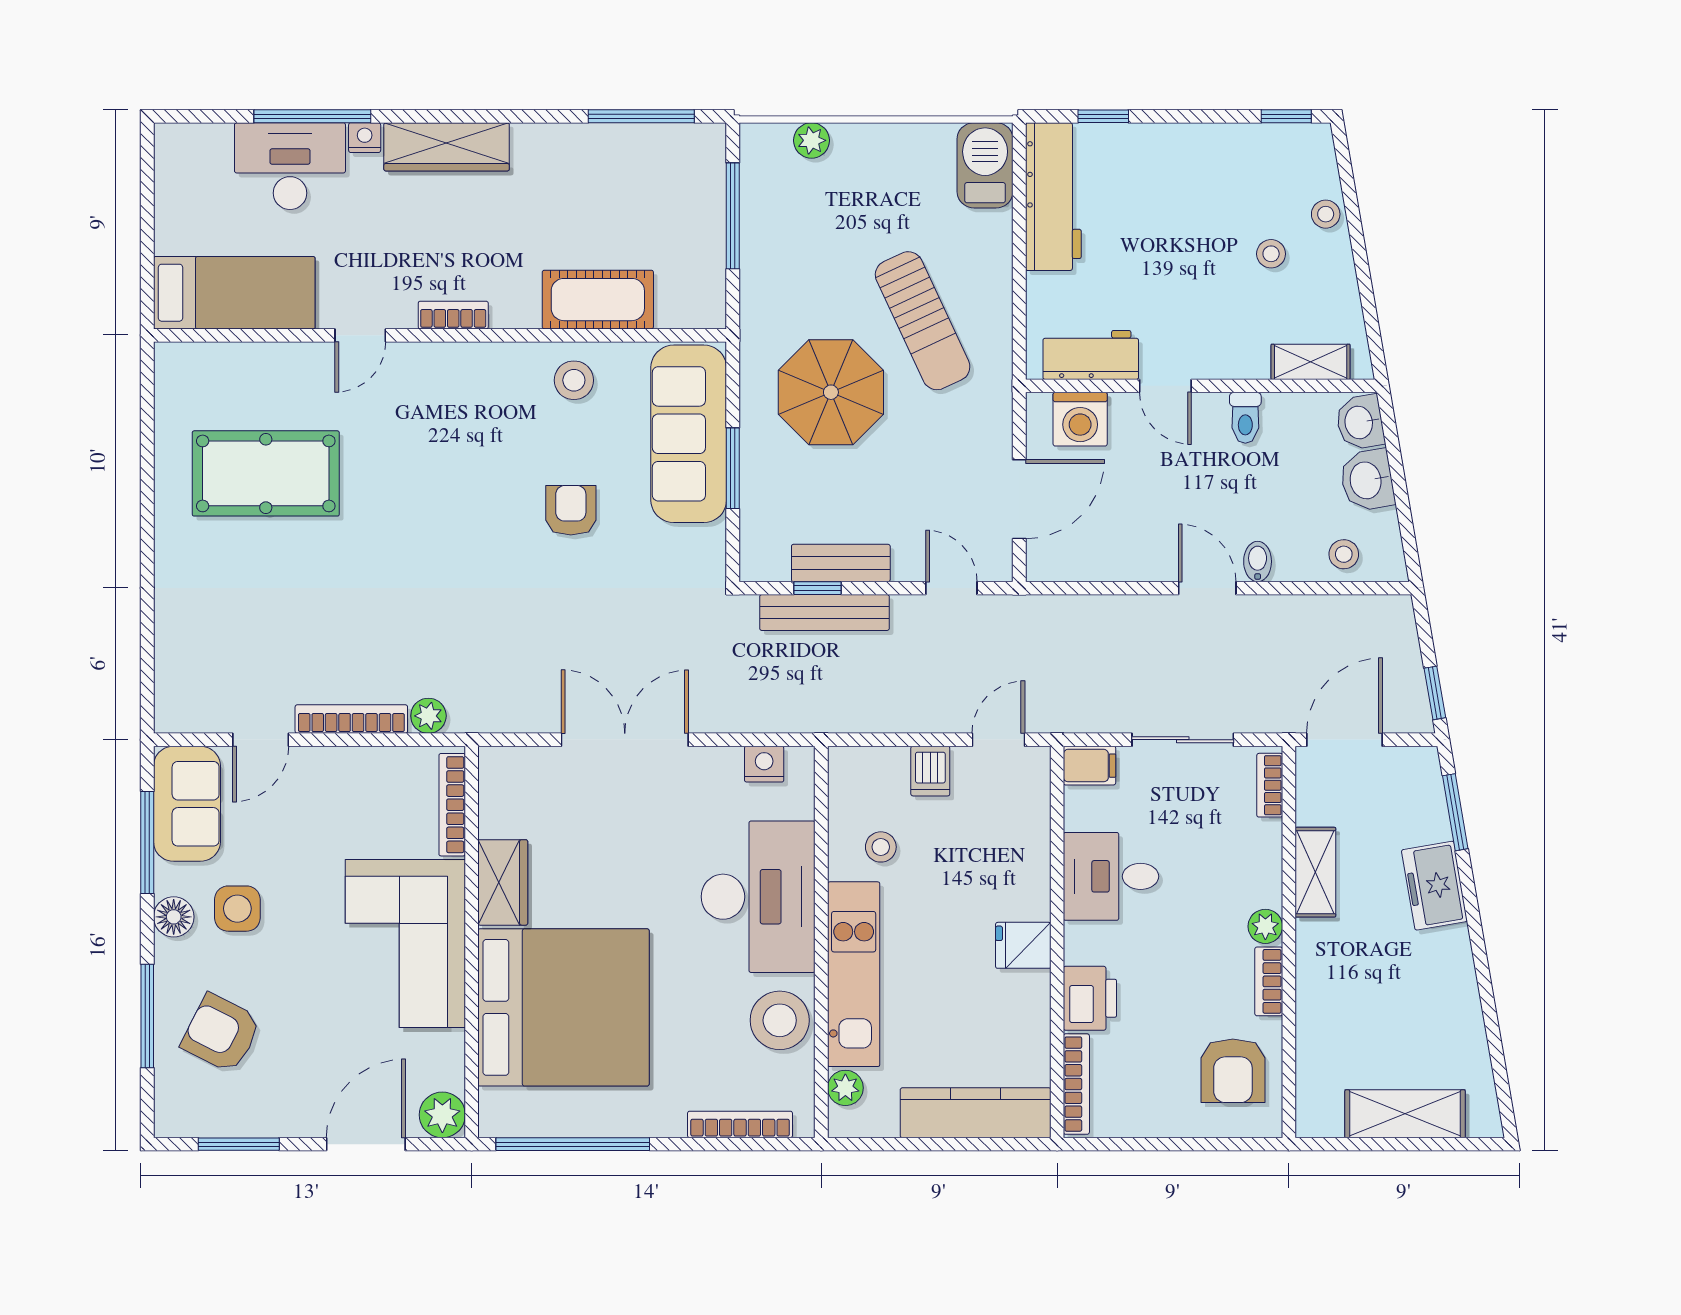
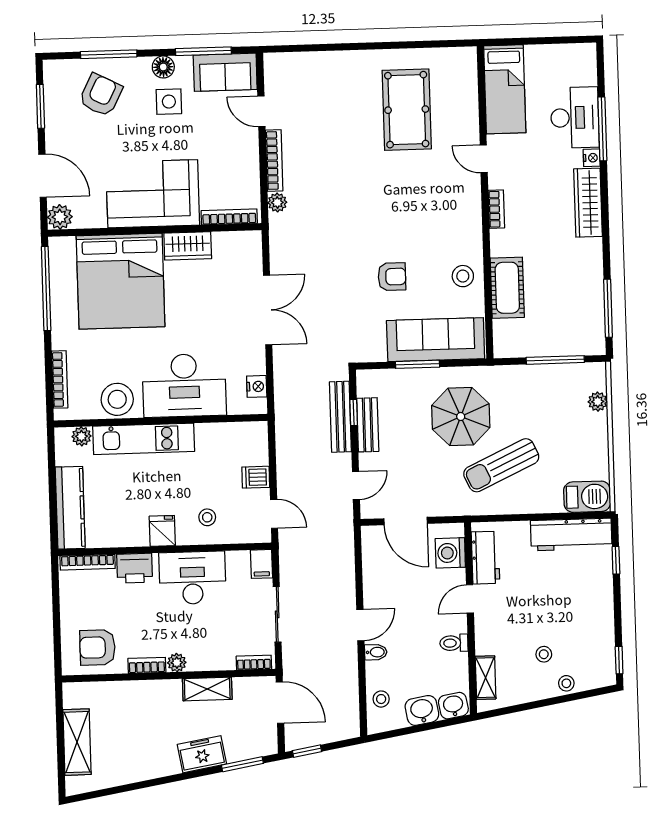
stool: (881, 847) -> (207, 517), moved
desk: (1111, 876) -> (192, 578), width x1.37

